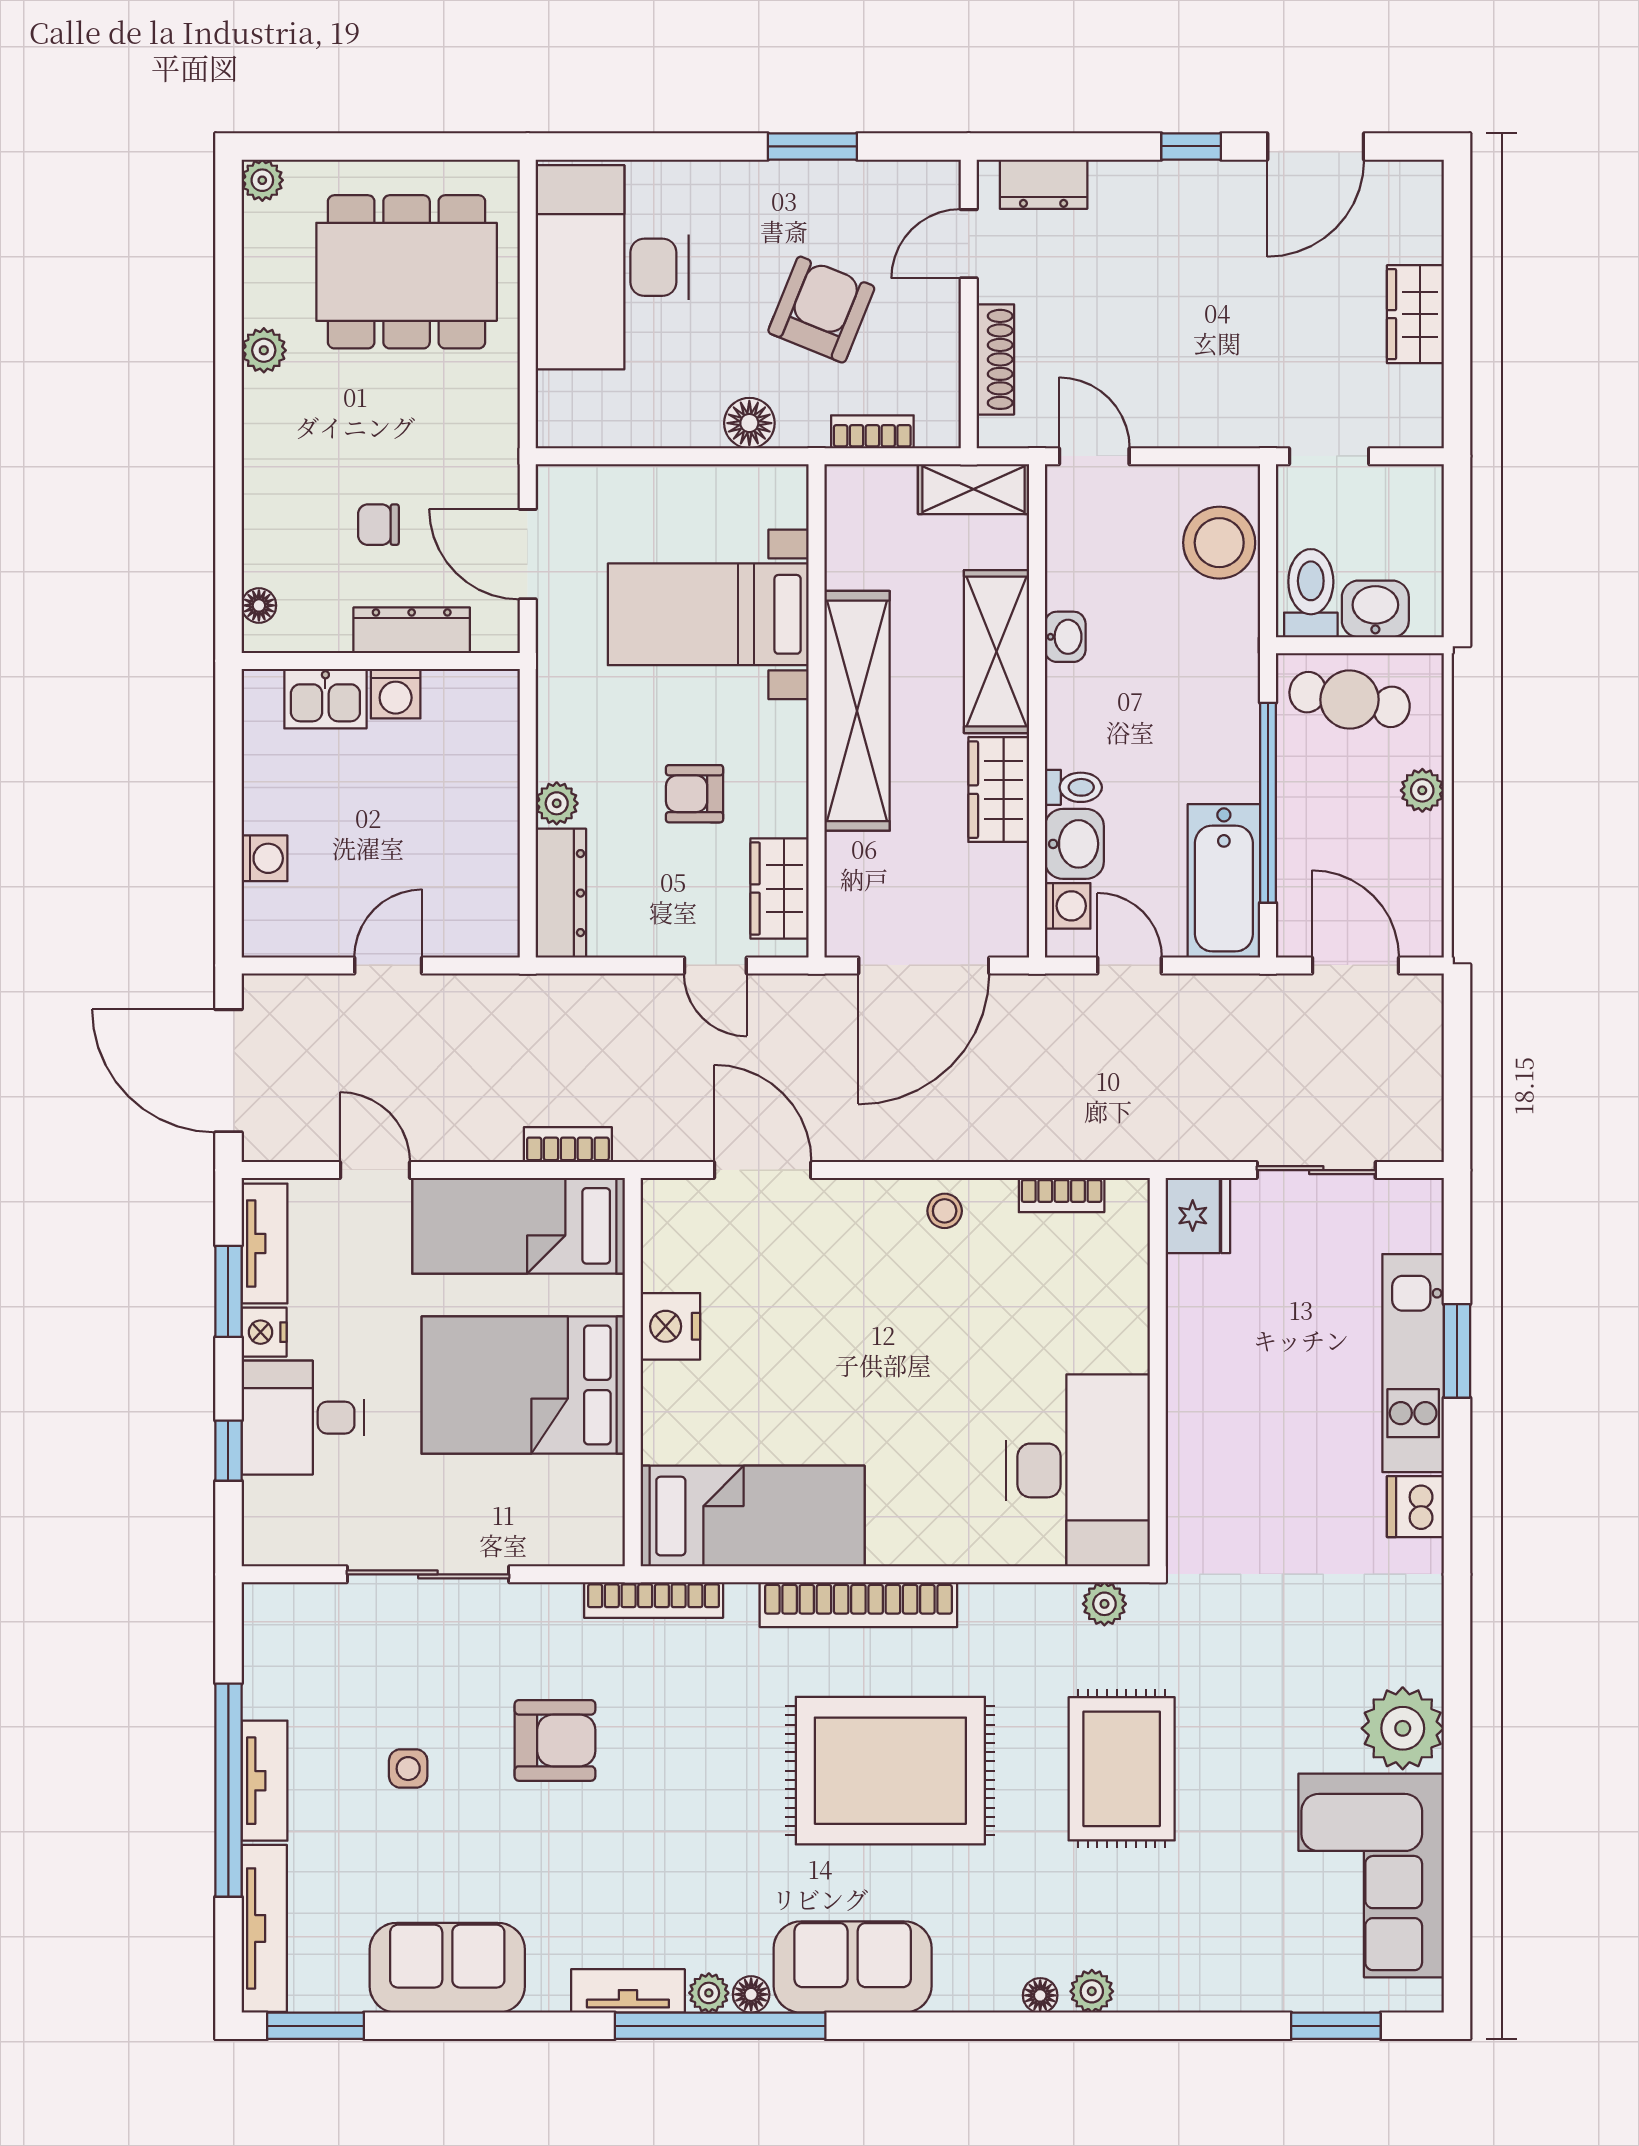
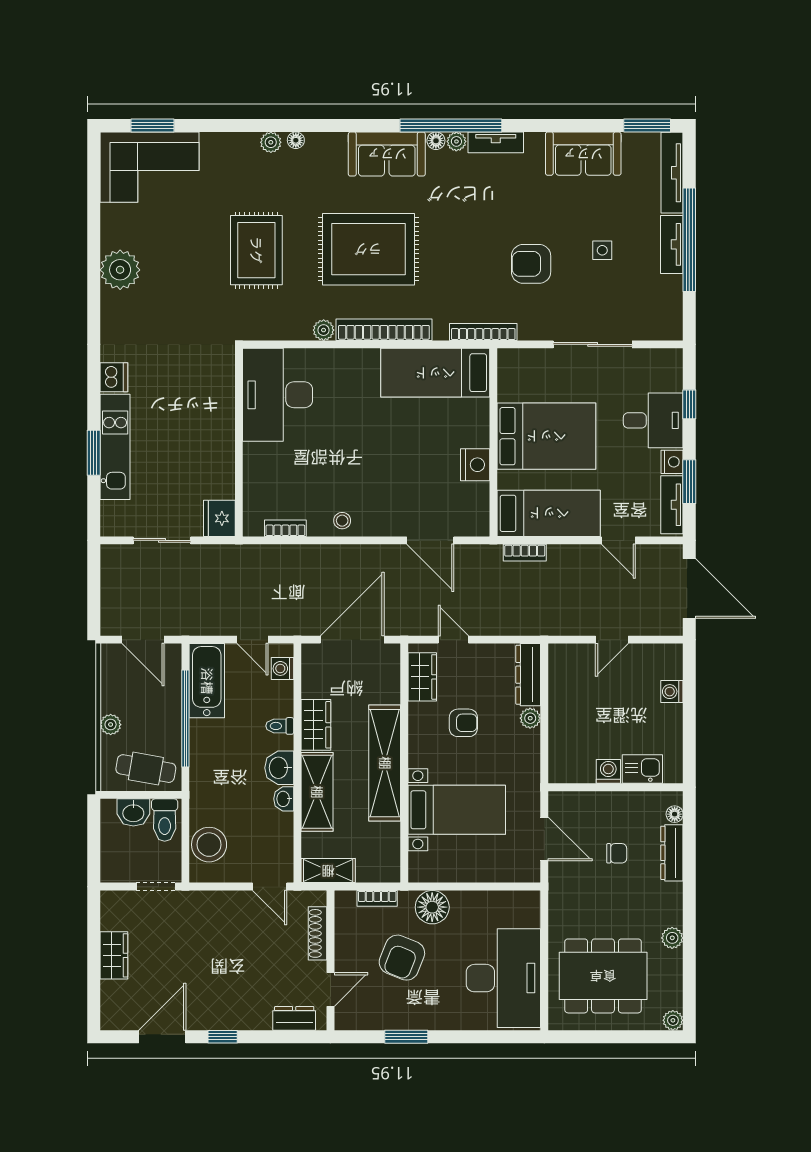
floor lamp: (749, 423) -> (432, 907), width x1.38, depth x1.38
dresser: (412, 630) -> (672, 853), moved, turned 90
washbasin: (1074, 844) -> (279, 768), moved
plant: (1104, 1604) -> (324, 330), moved
corner sofa: (1371, 1875) -> (149, 167), moved, turned 90

